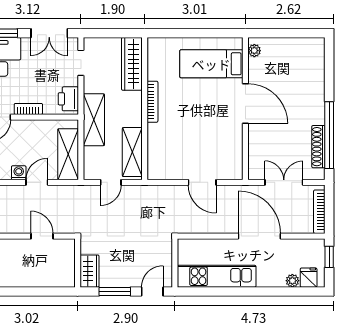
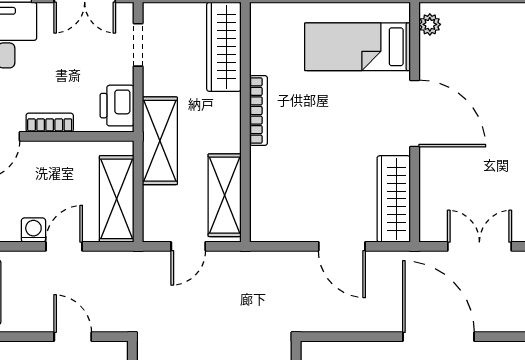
wardrobe: (233, 154) -> (394, 199), added

